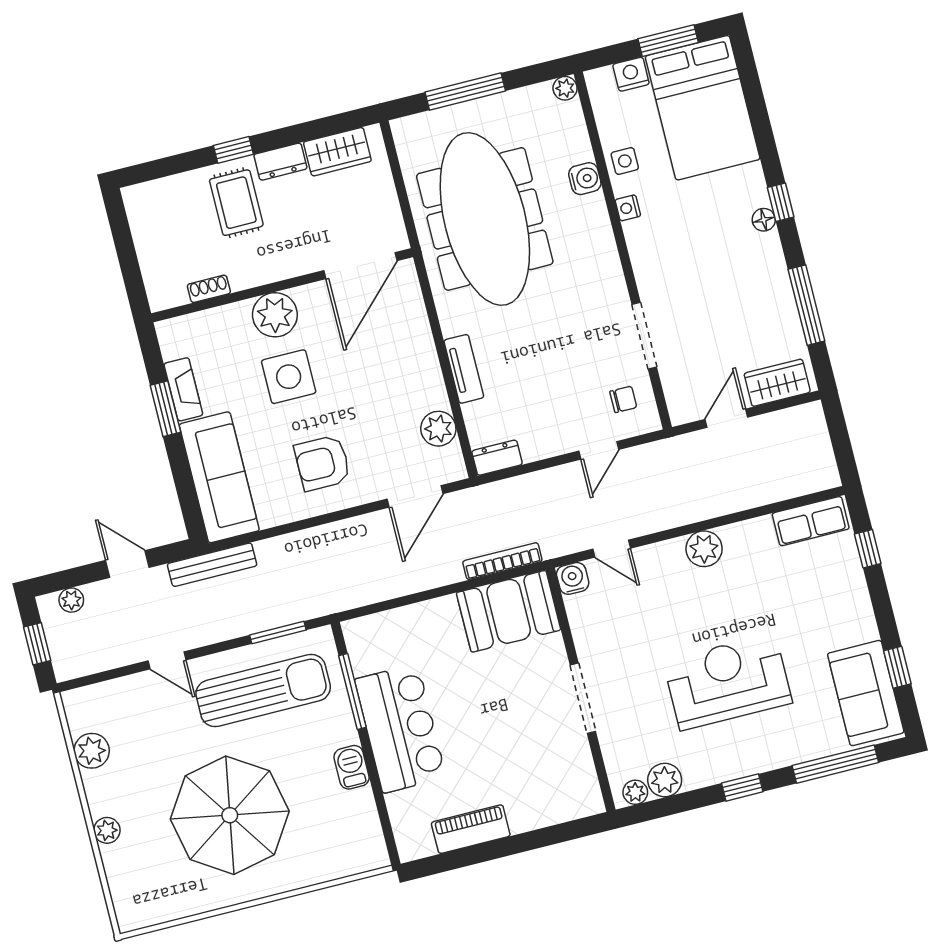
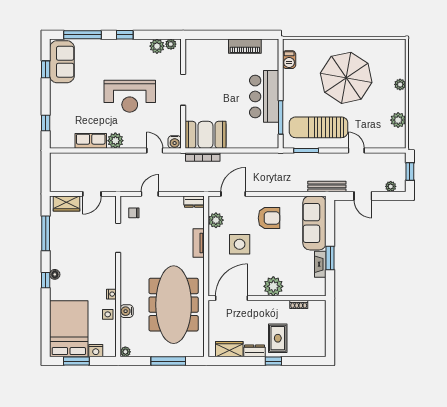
side table: (289, 377) -> (240, 244), moved
row of seats: (811, 521) -> (91, 141), moved
reception desk: (728, 682) -> (130, 96), moved
barbecue: (352, 767) -> (289, 60), moved

